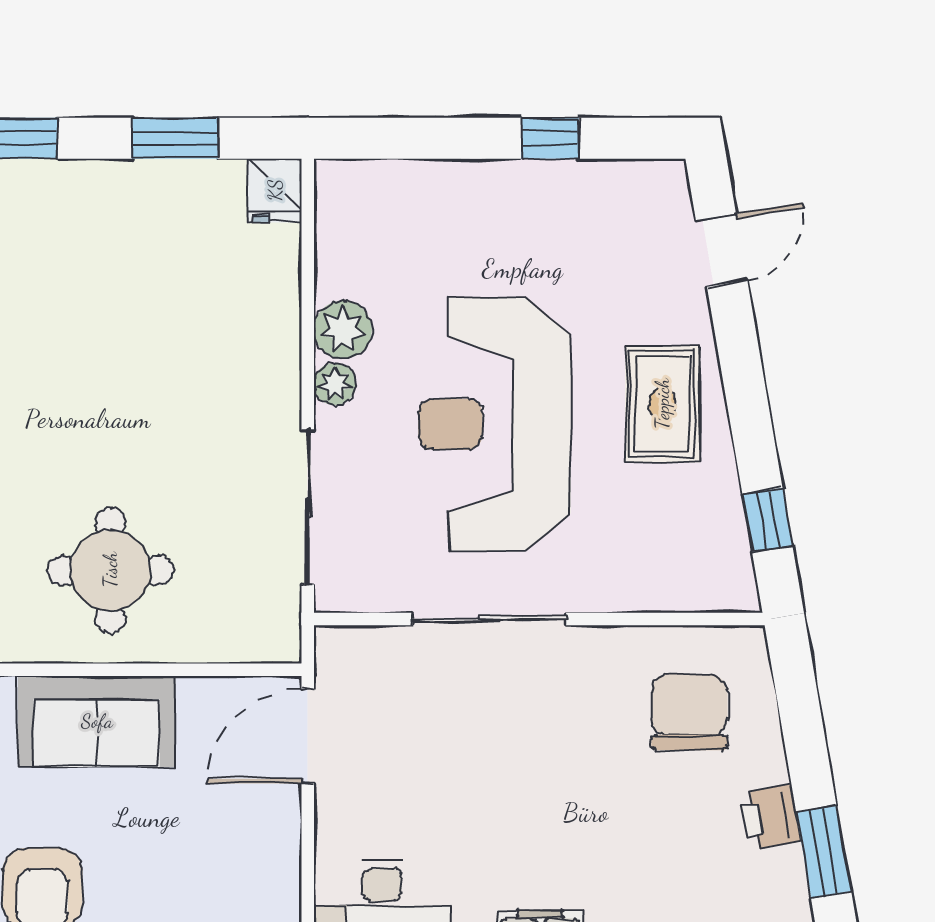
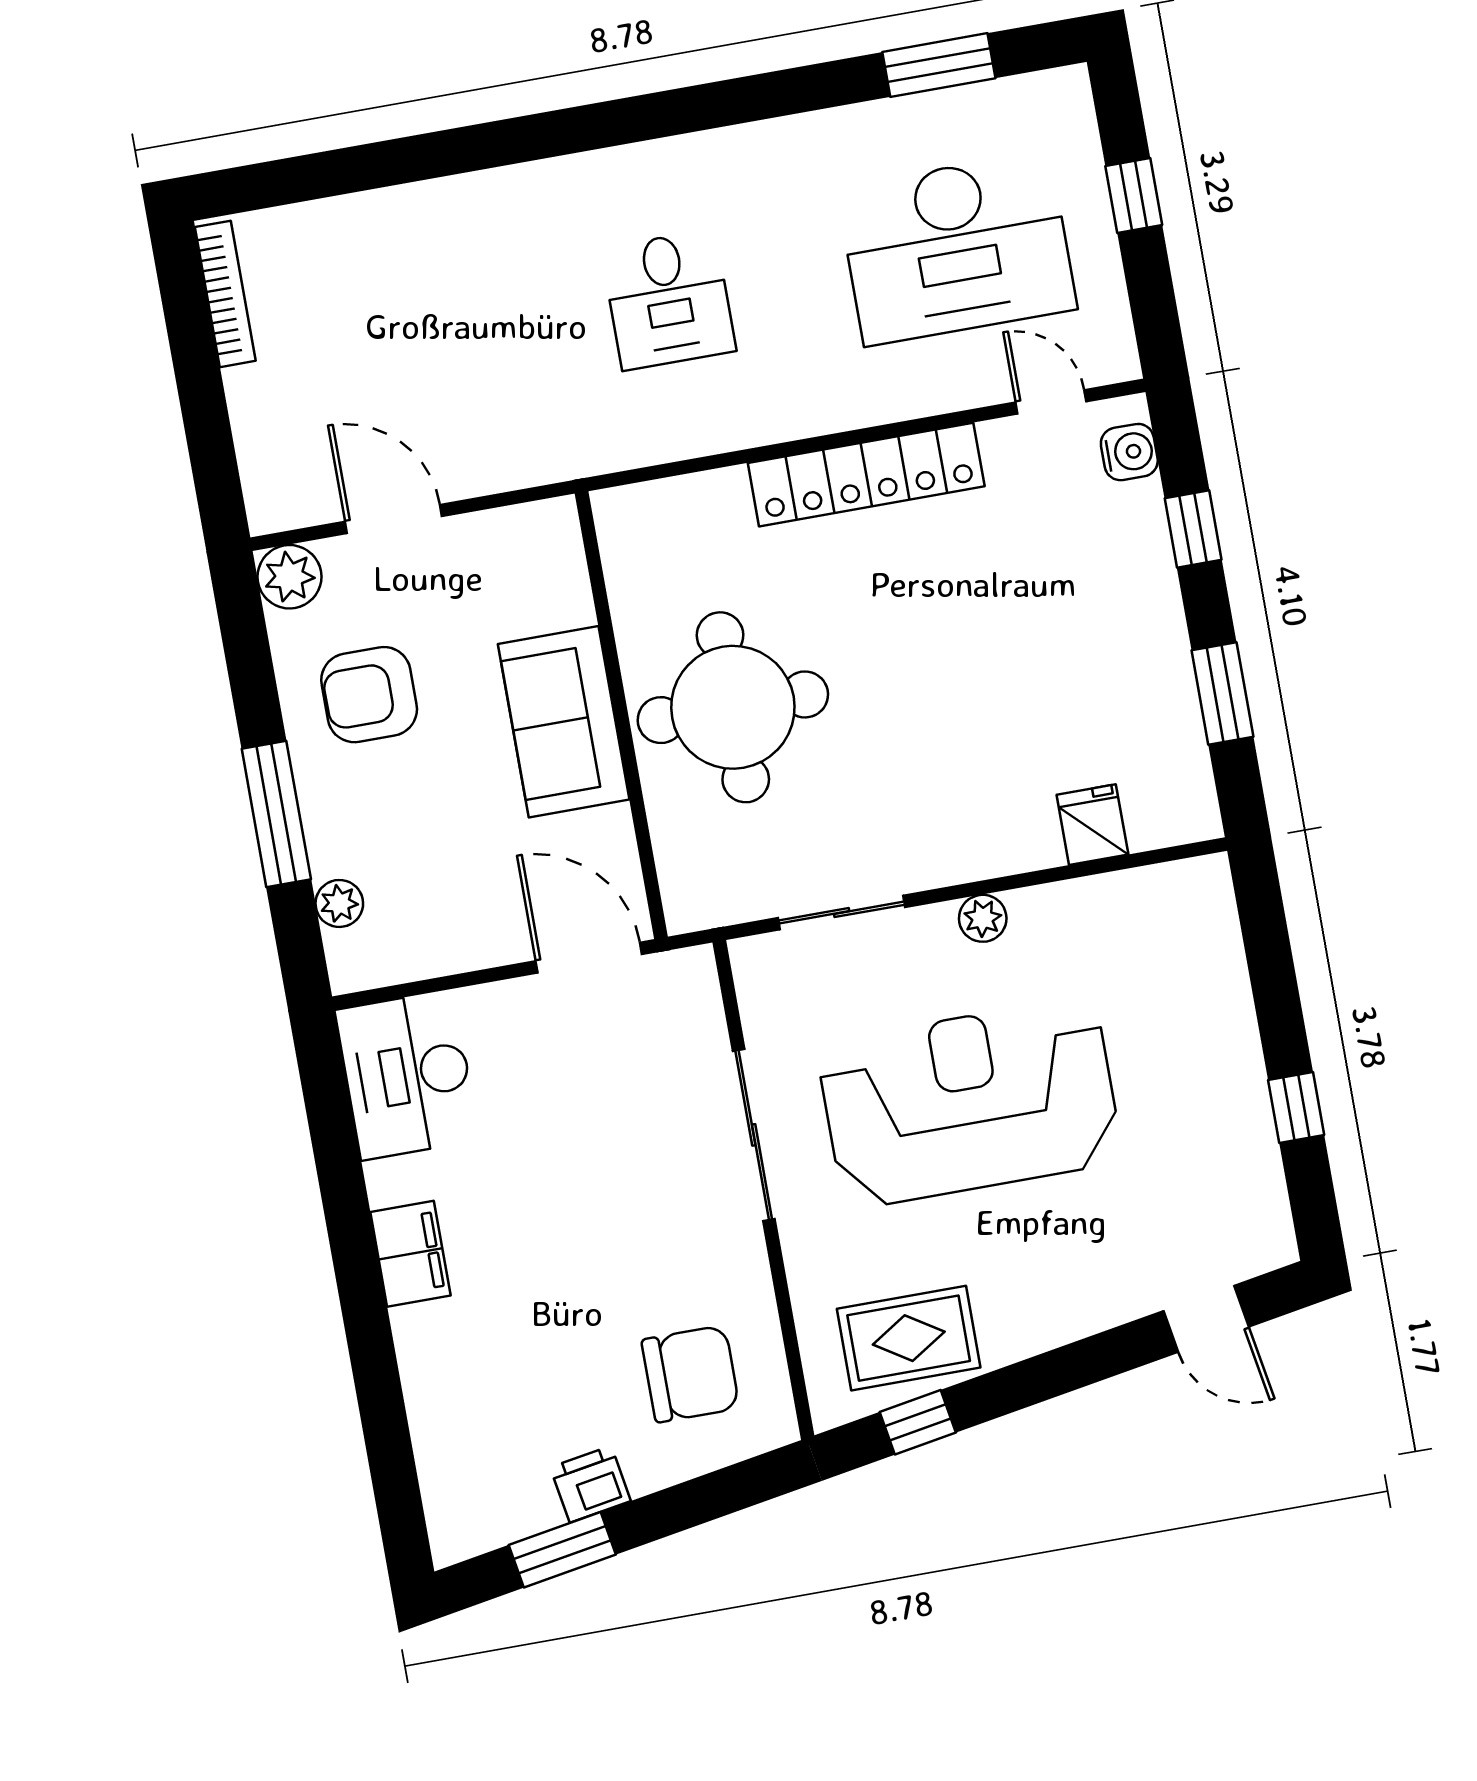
fridge: (275, 190) -> (1092, 825), moved, turned 90
plant: (343, 330) -> (1044, 916), removed
rug: (662, 404) -> (909, 1338), moved
sliding door: (308, 507) -> (842, 913), width x0.73
round table: (110, 570) -> (733, 707), width x1.36, depth x1.36

